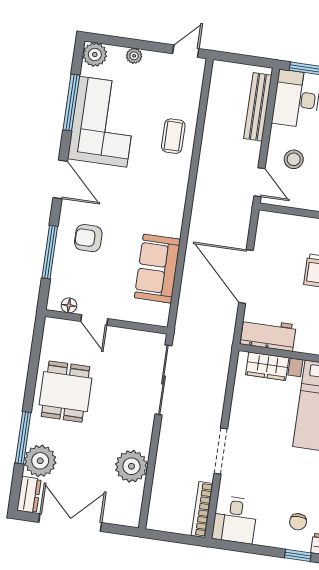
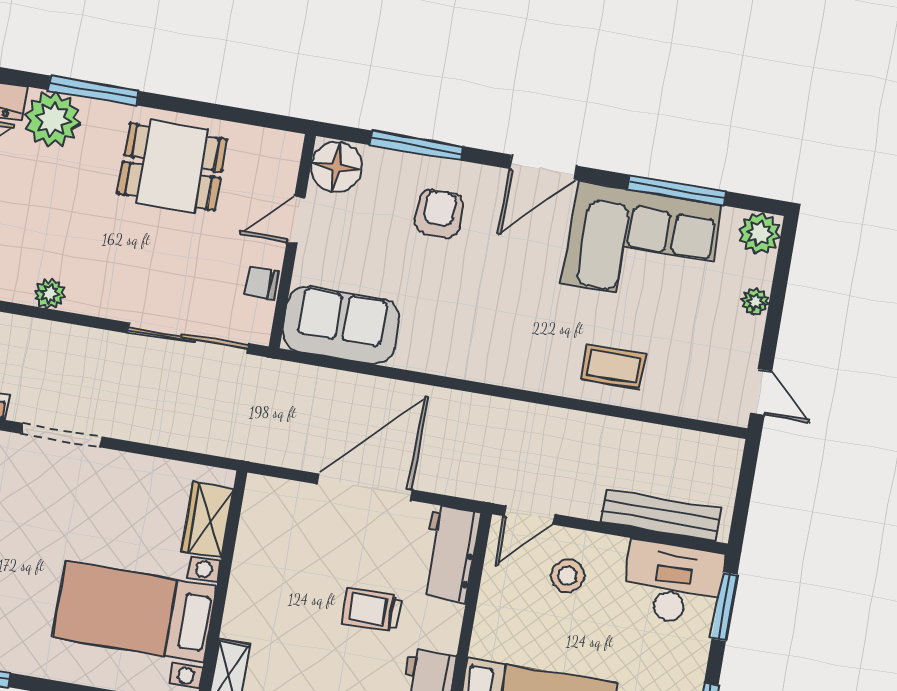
sofa: (157, 269) -> (341, 326), moved
floor lamp: (69, 305) -> (336, 167), width x1.89, depth x1.89
workbench: (268, 334) -> (450, 554), moved, turned 180
chair: (131, 339) -> (262, 283), added
plant: (131, 466) -> (50, 294), width x0.53, depth x0.53

